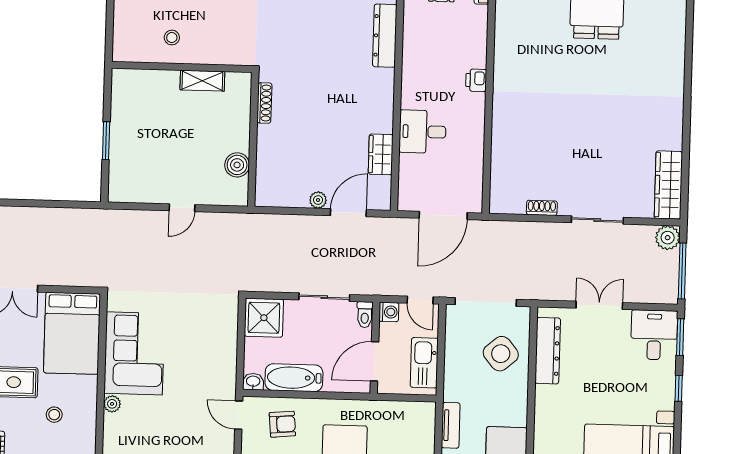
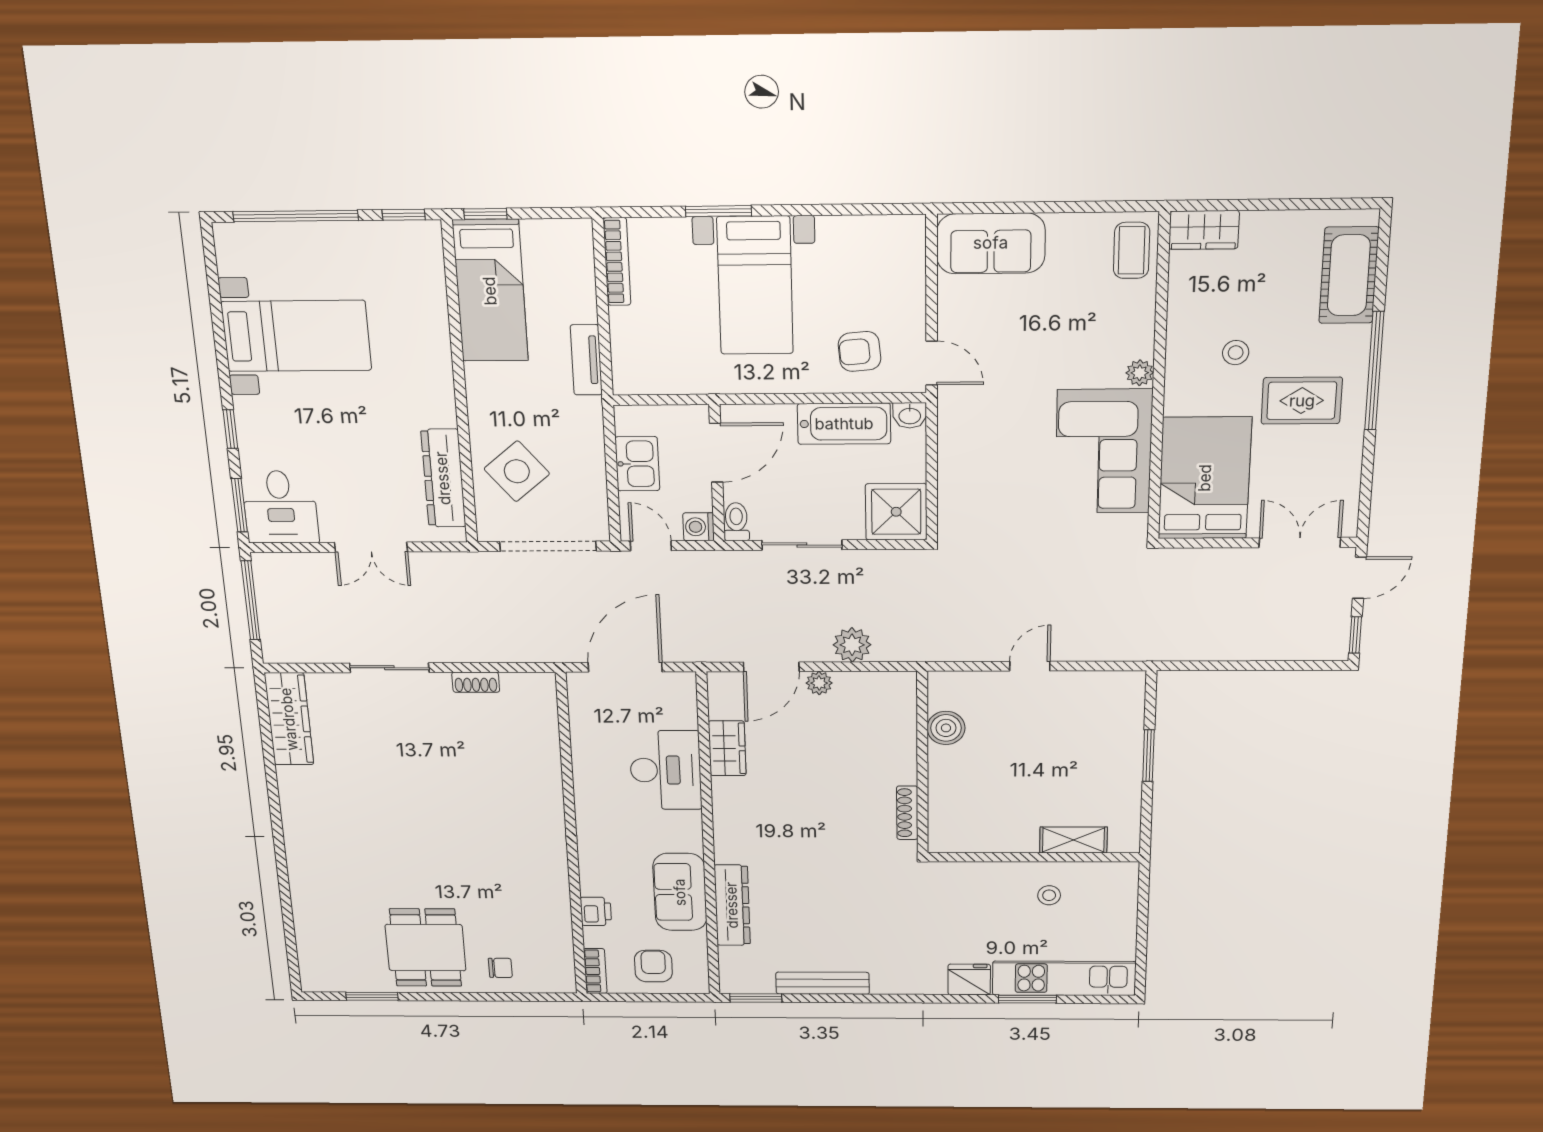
sofa: (419, 47) -> (680, 892), added
printer: (476, 80) -> (596, 911), moved
shelving: (202, 81) -> (1073, 840), moved
desk: (423, 132) -> (666, 770), width x1.37
plant: (668, 238) -> (852, 645), moved
kitchen sink: (424, 363) -> (637, 464), width x0.73

